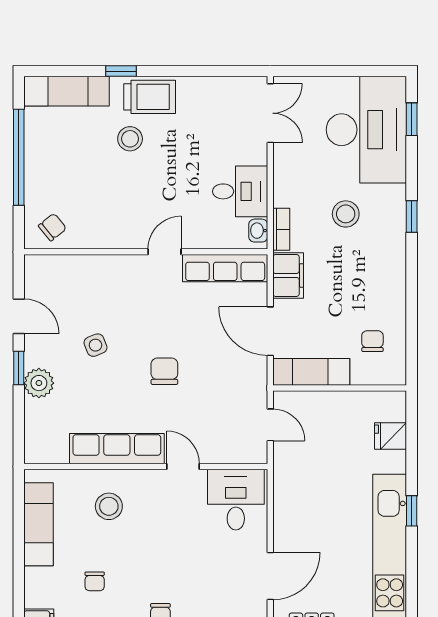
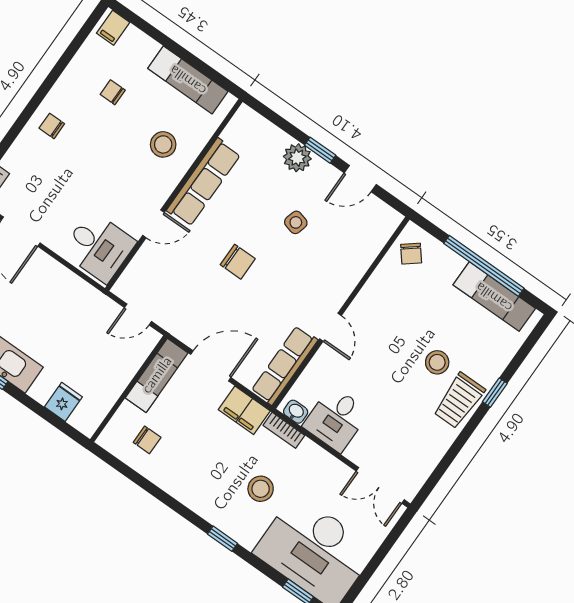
exam couch: (67, 91) -> (494, 297), moved, turned -90
side table: (95, 345) -> (296, 222), turned 37

